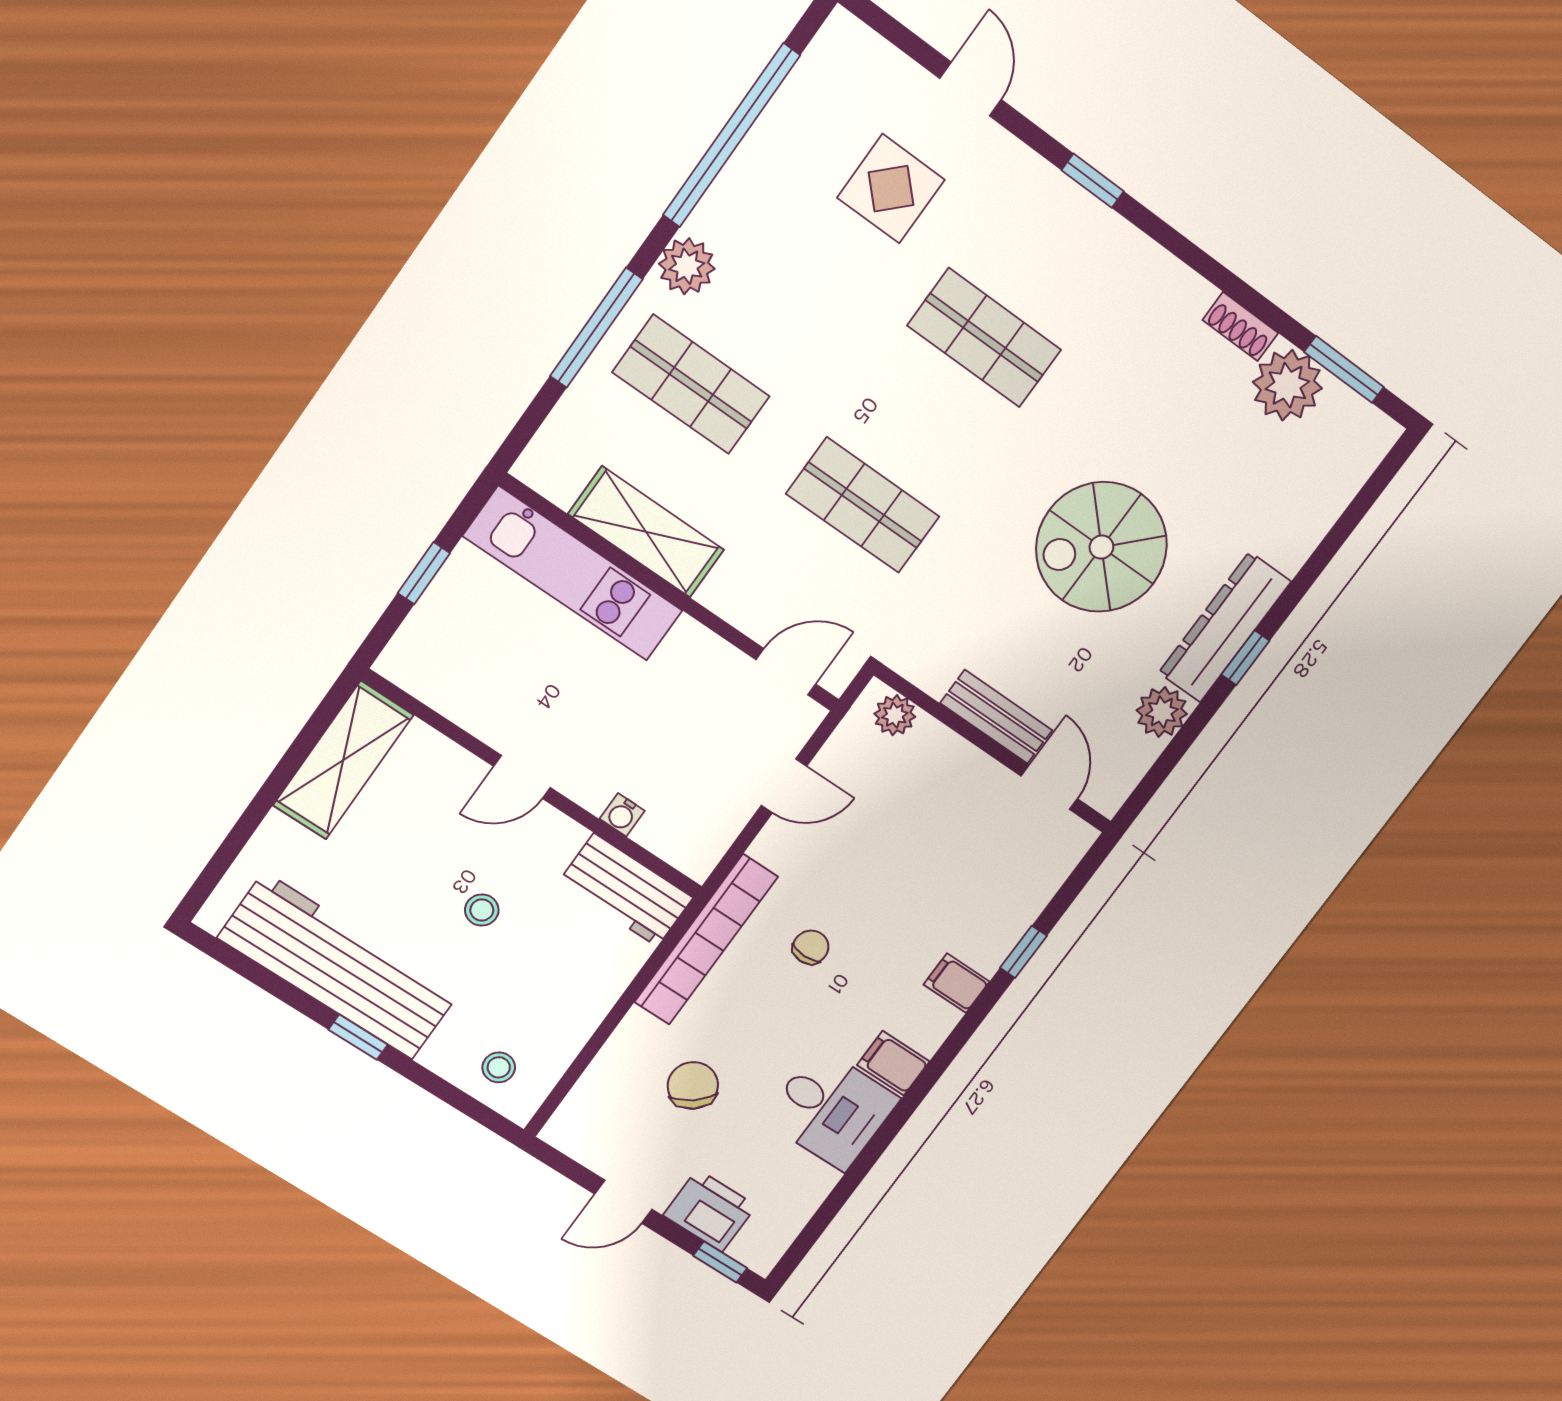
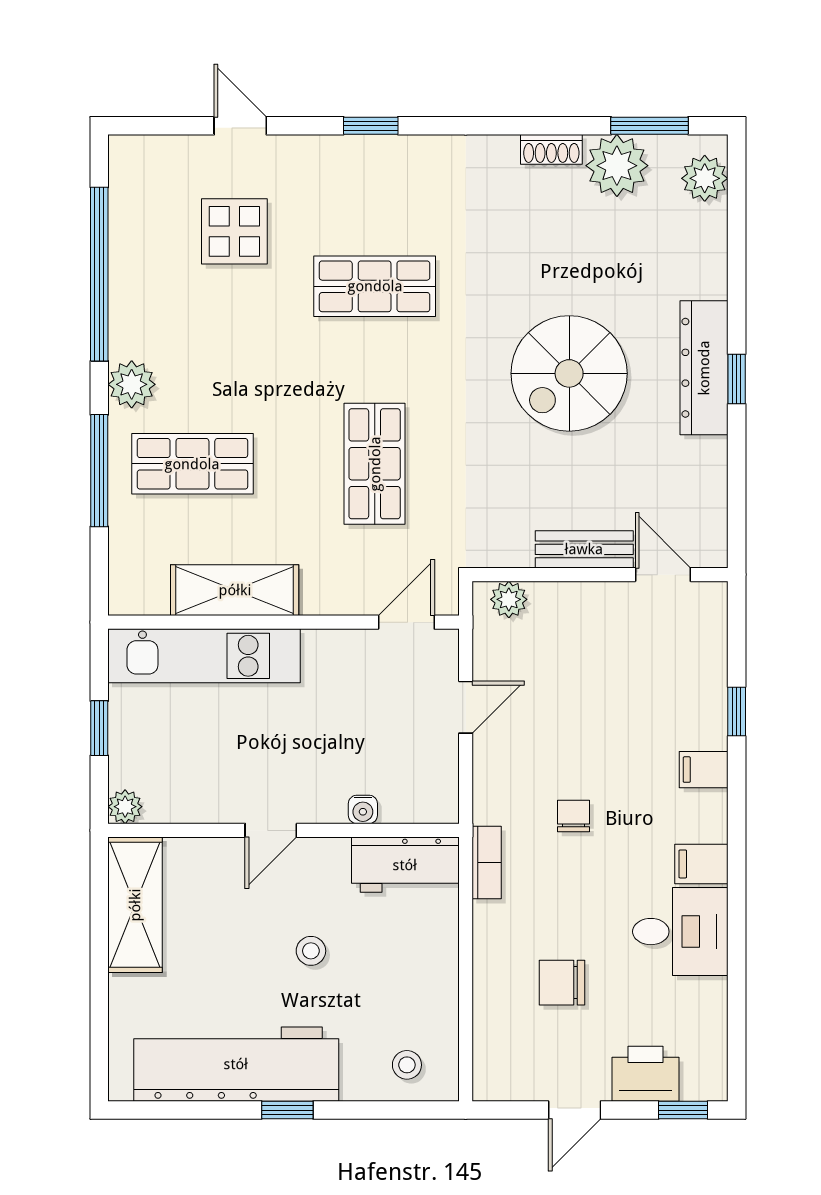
shop shelf: (863, 505) -> (375, 464), turned 90
plant: (397, 663) -> (125, 807), added
plant: (1162, 712) -> (705, 178), moved
bookcase: (706, 940) -> (487, 863), width x0.43, depth x0.76
chair: (693, 1085) -> (562, 983), turned -52

